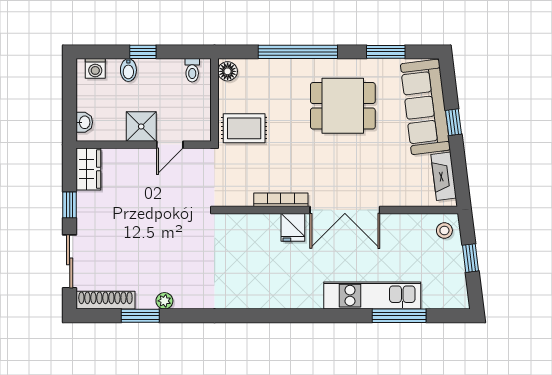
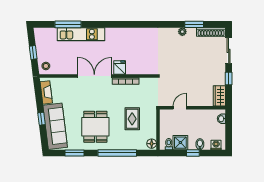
dining table: (343, 106) -> (95, 127), turned 90
shower: (141, 126) -> (180, 143), moved
rug: (244, 128) -> (132, 119), moved, turned 90

